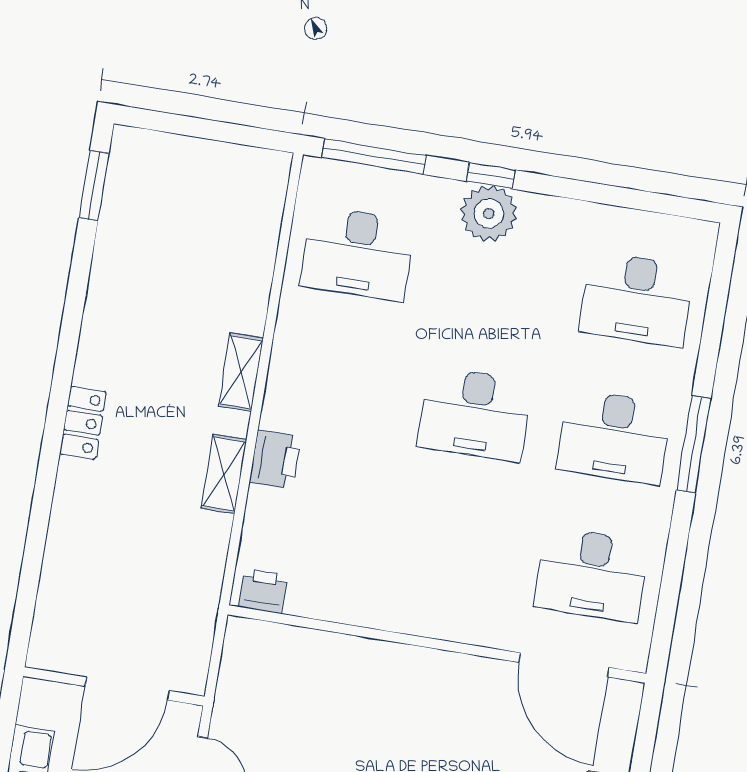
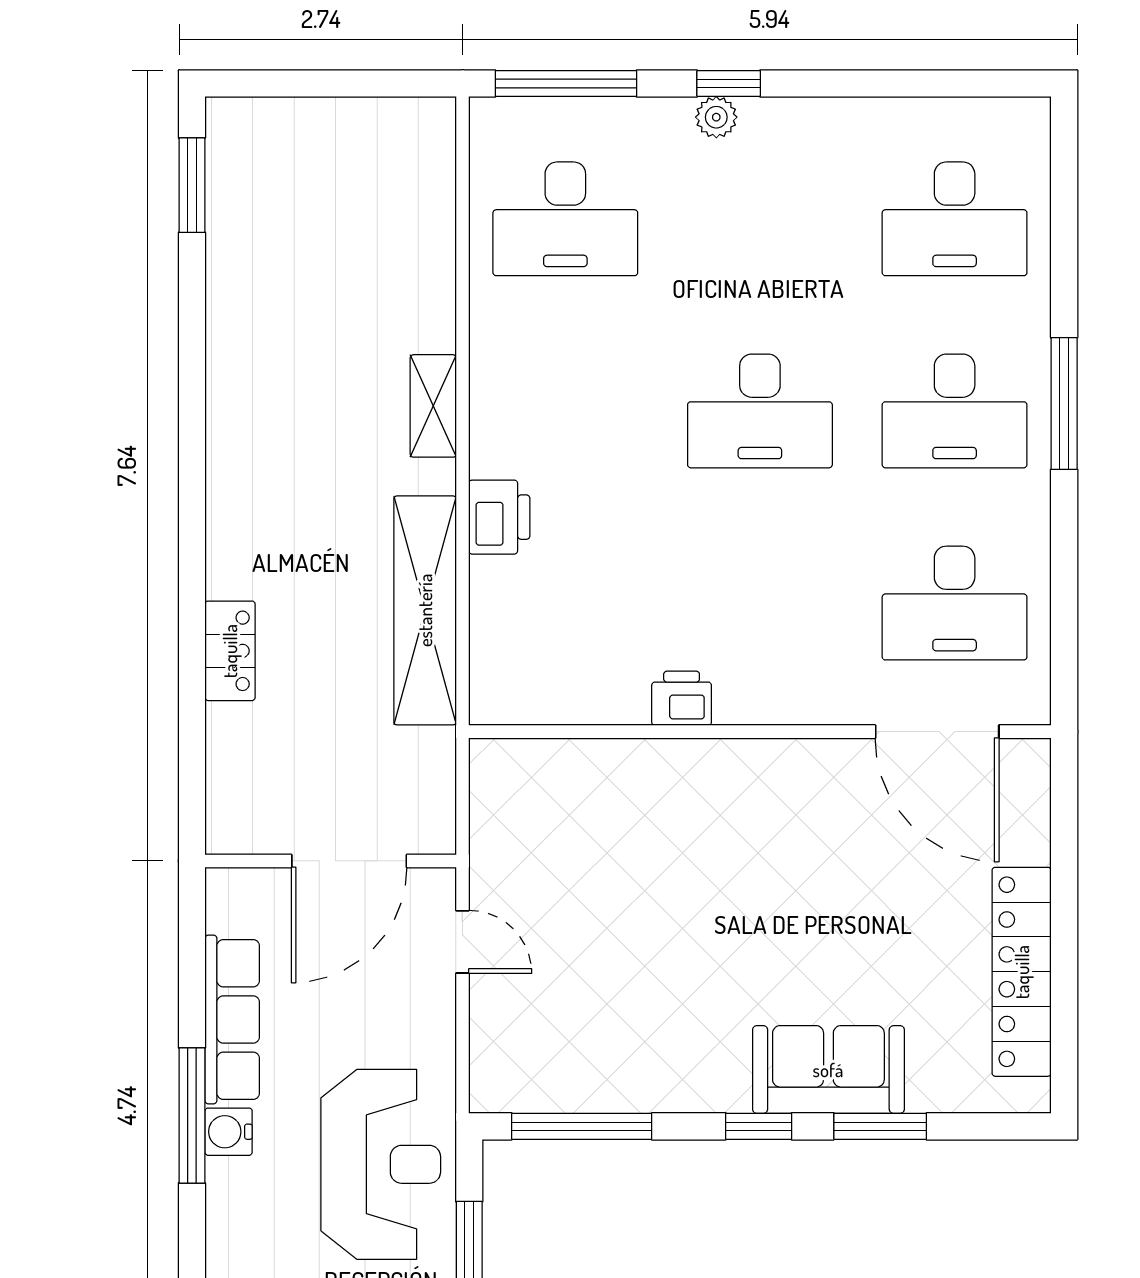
plant: (489, 213) -> (716, 117), width x0.53, depth x0.53
locker: (83, 423) -> (230, 651), moved
shelving: (224, 474) -> (425, 610), width x2.20, depth x1.33
printer: (263, 591) -> (682, 698), moved

